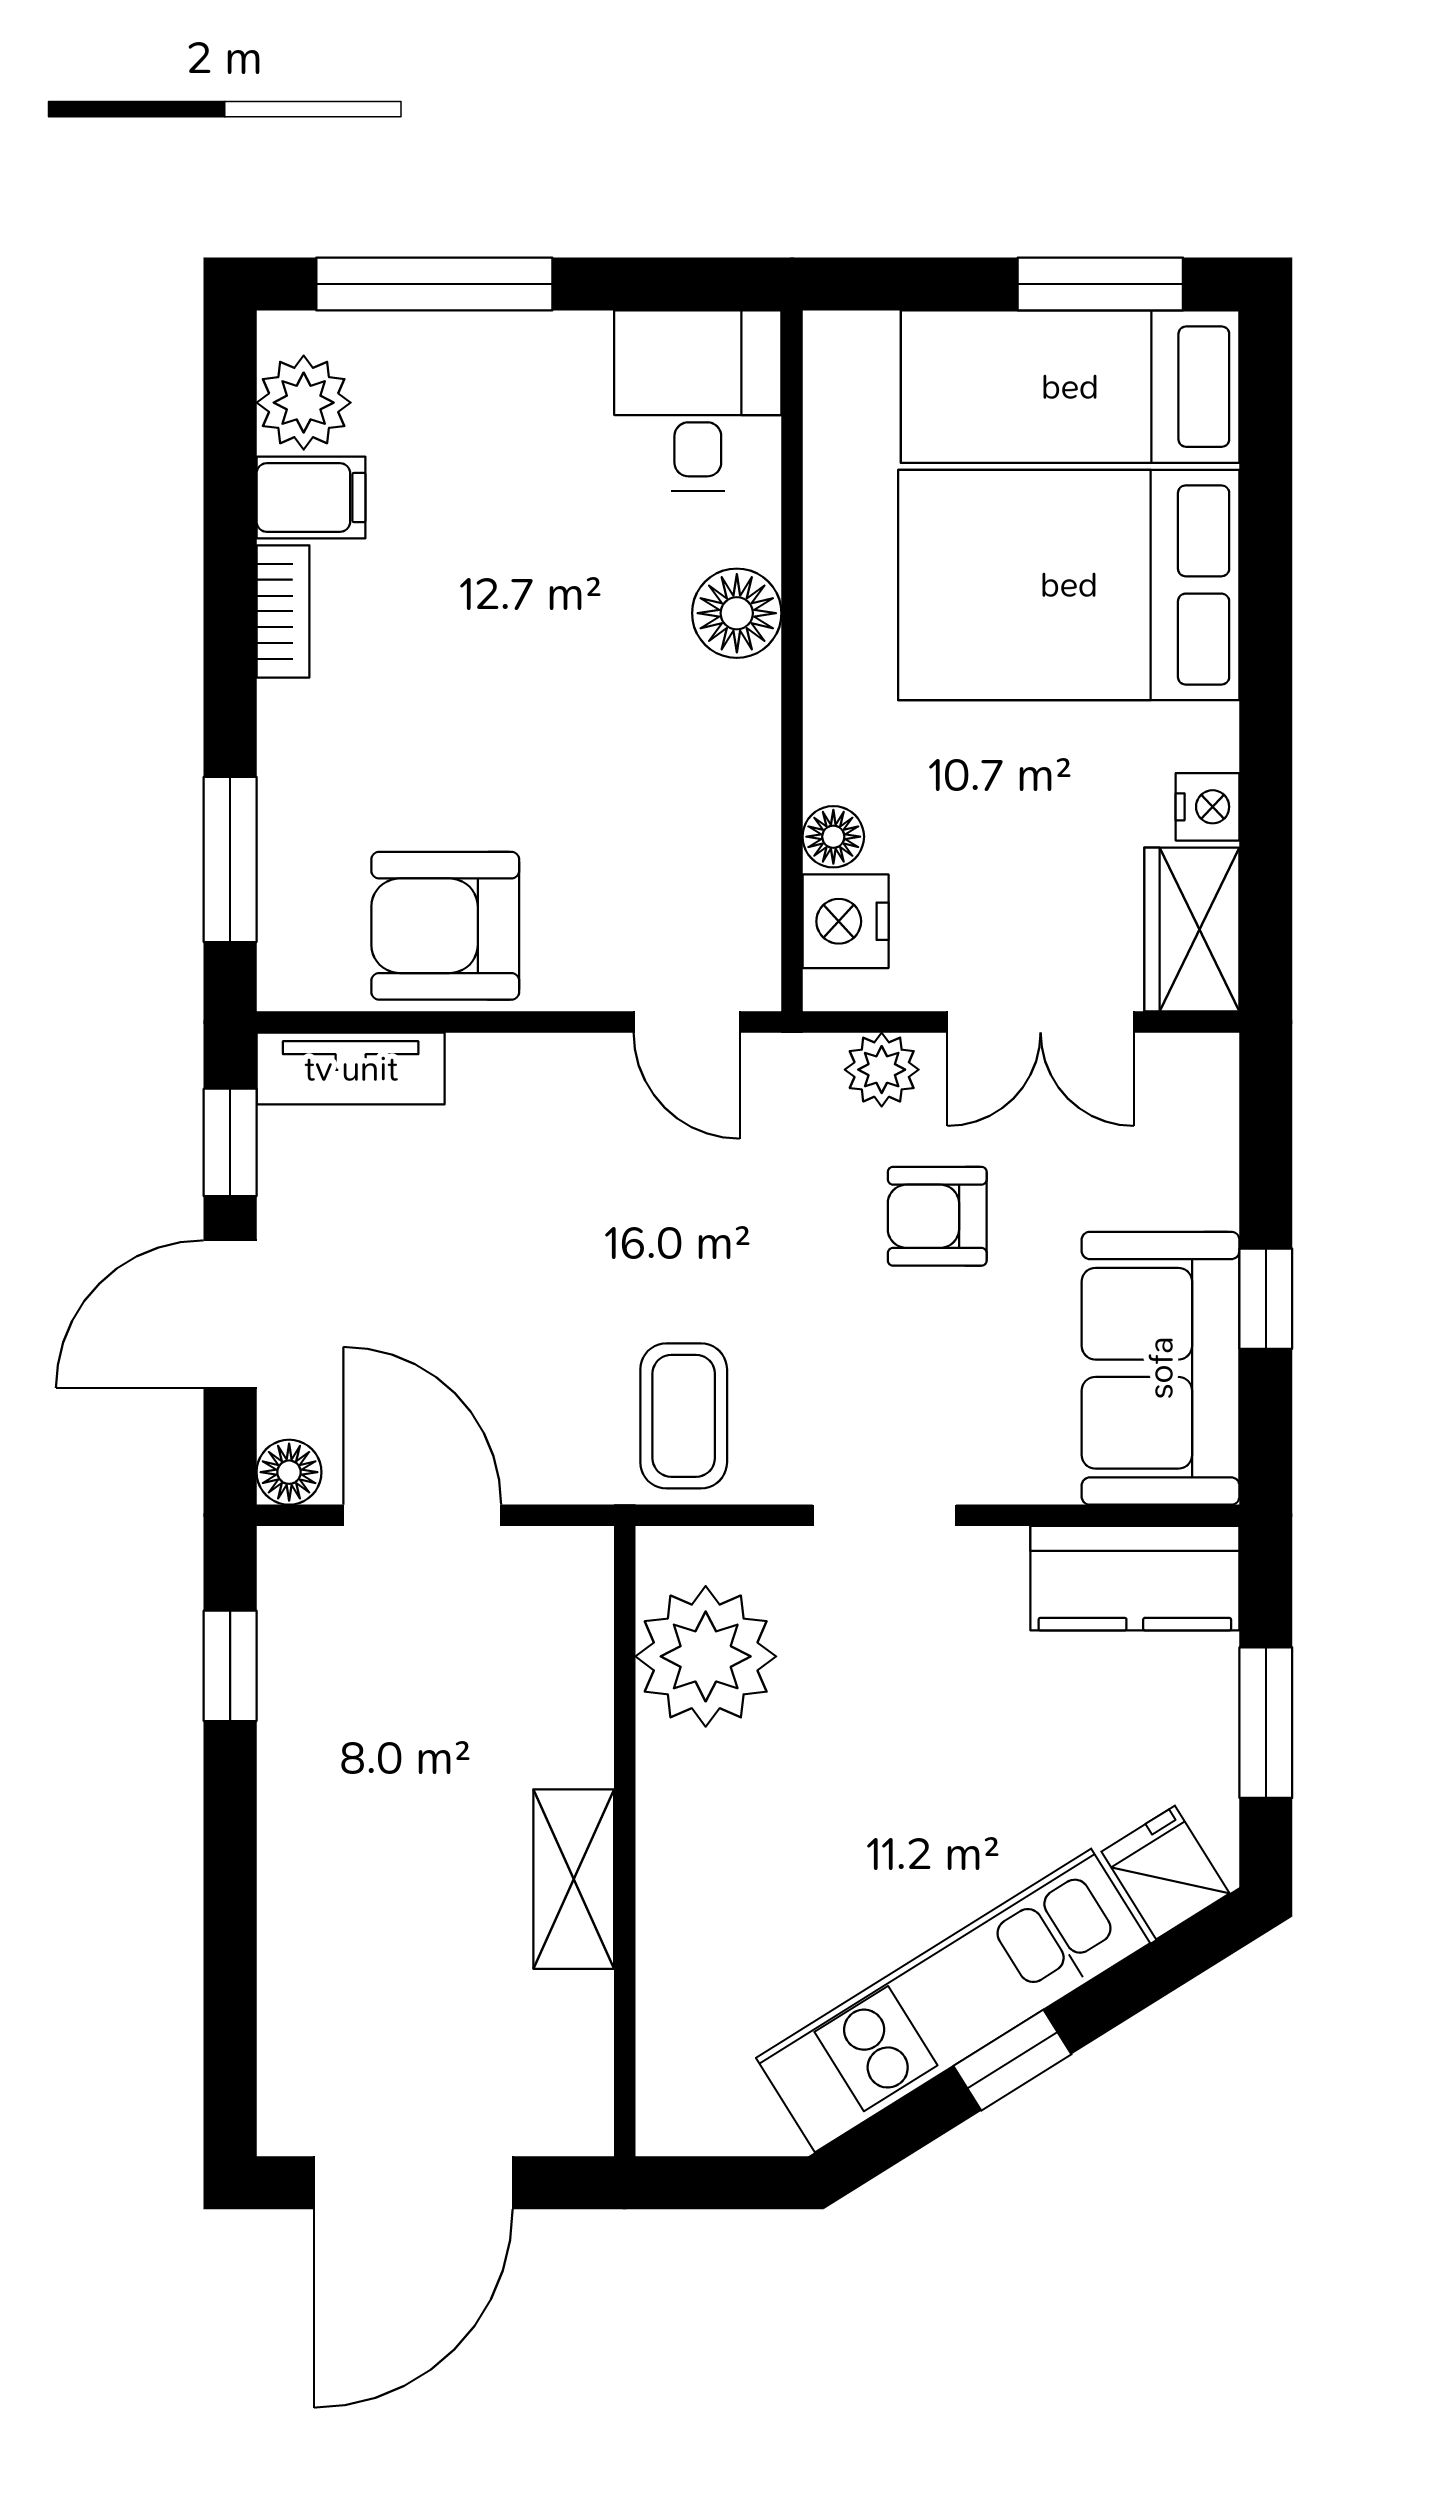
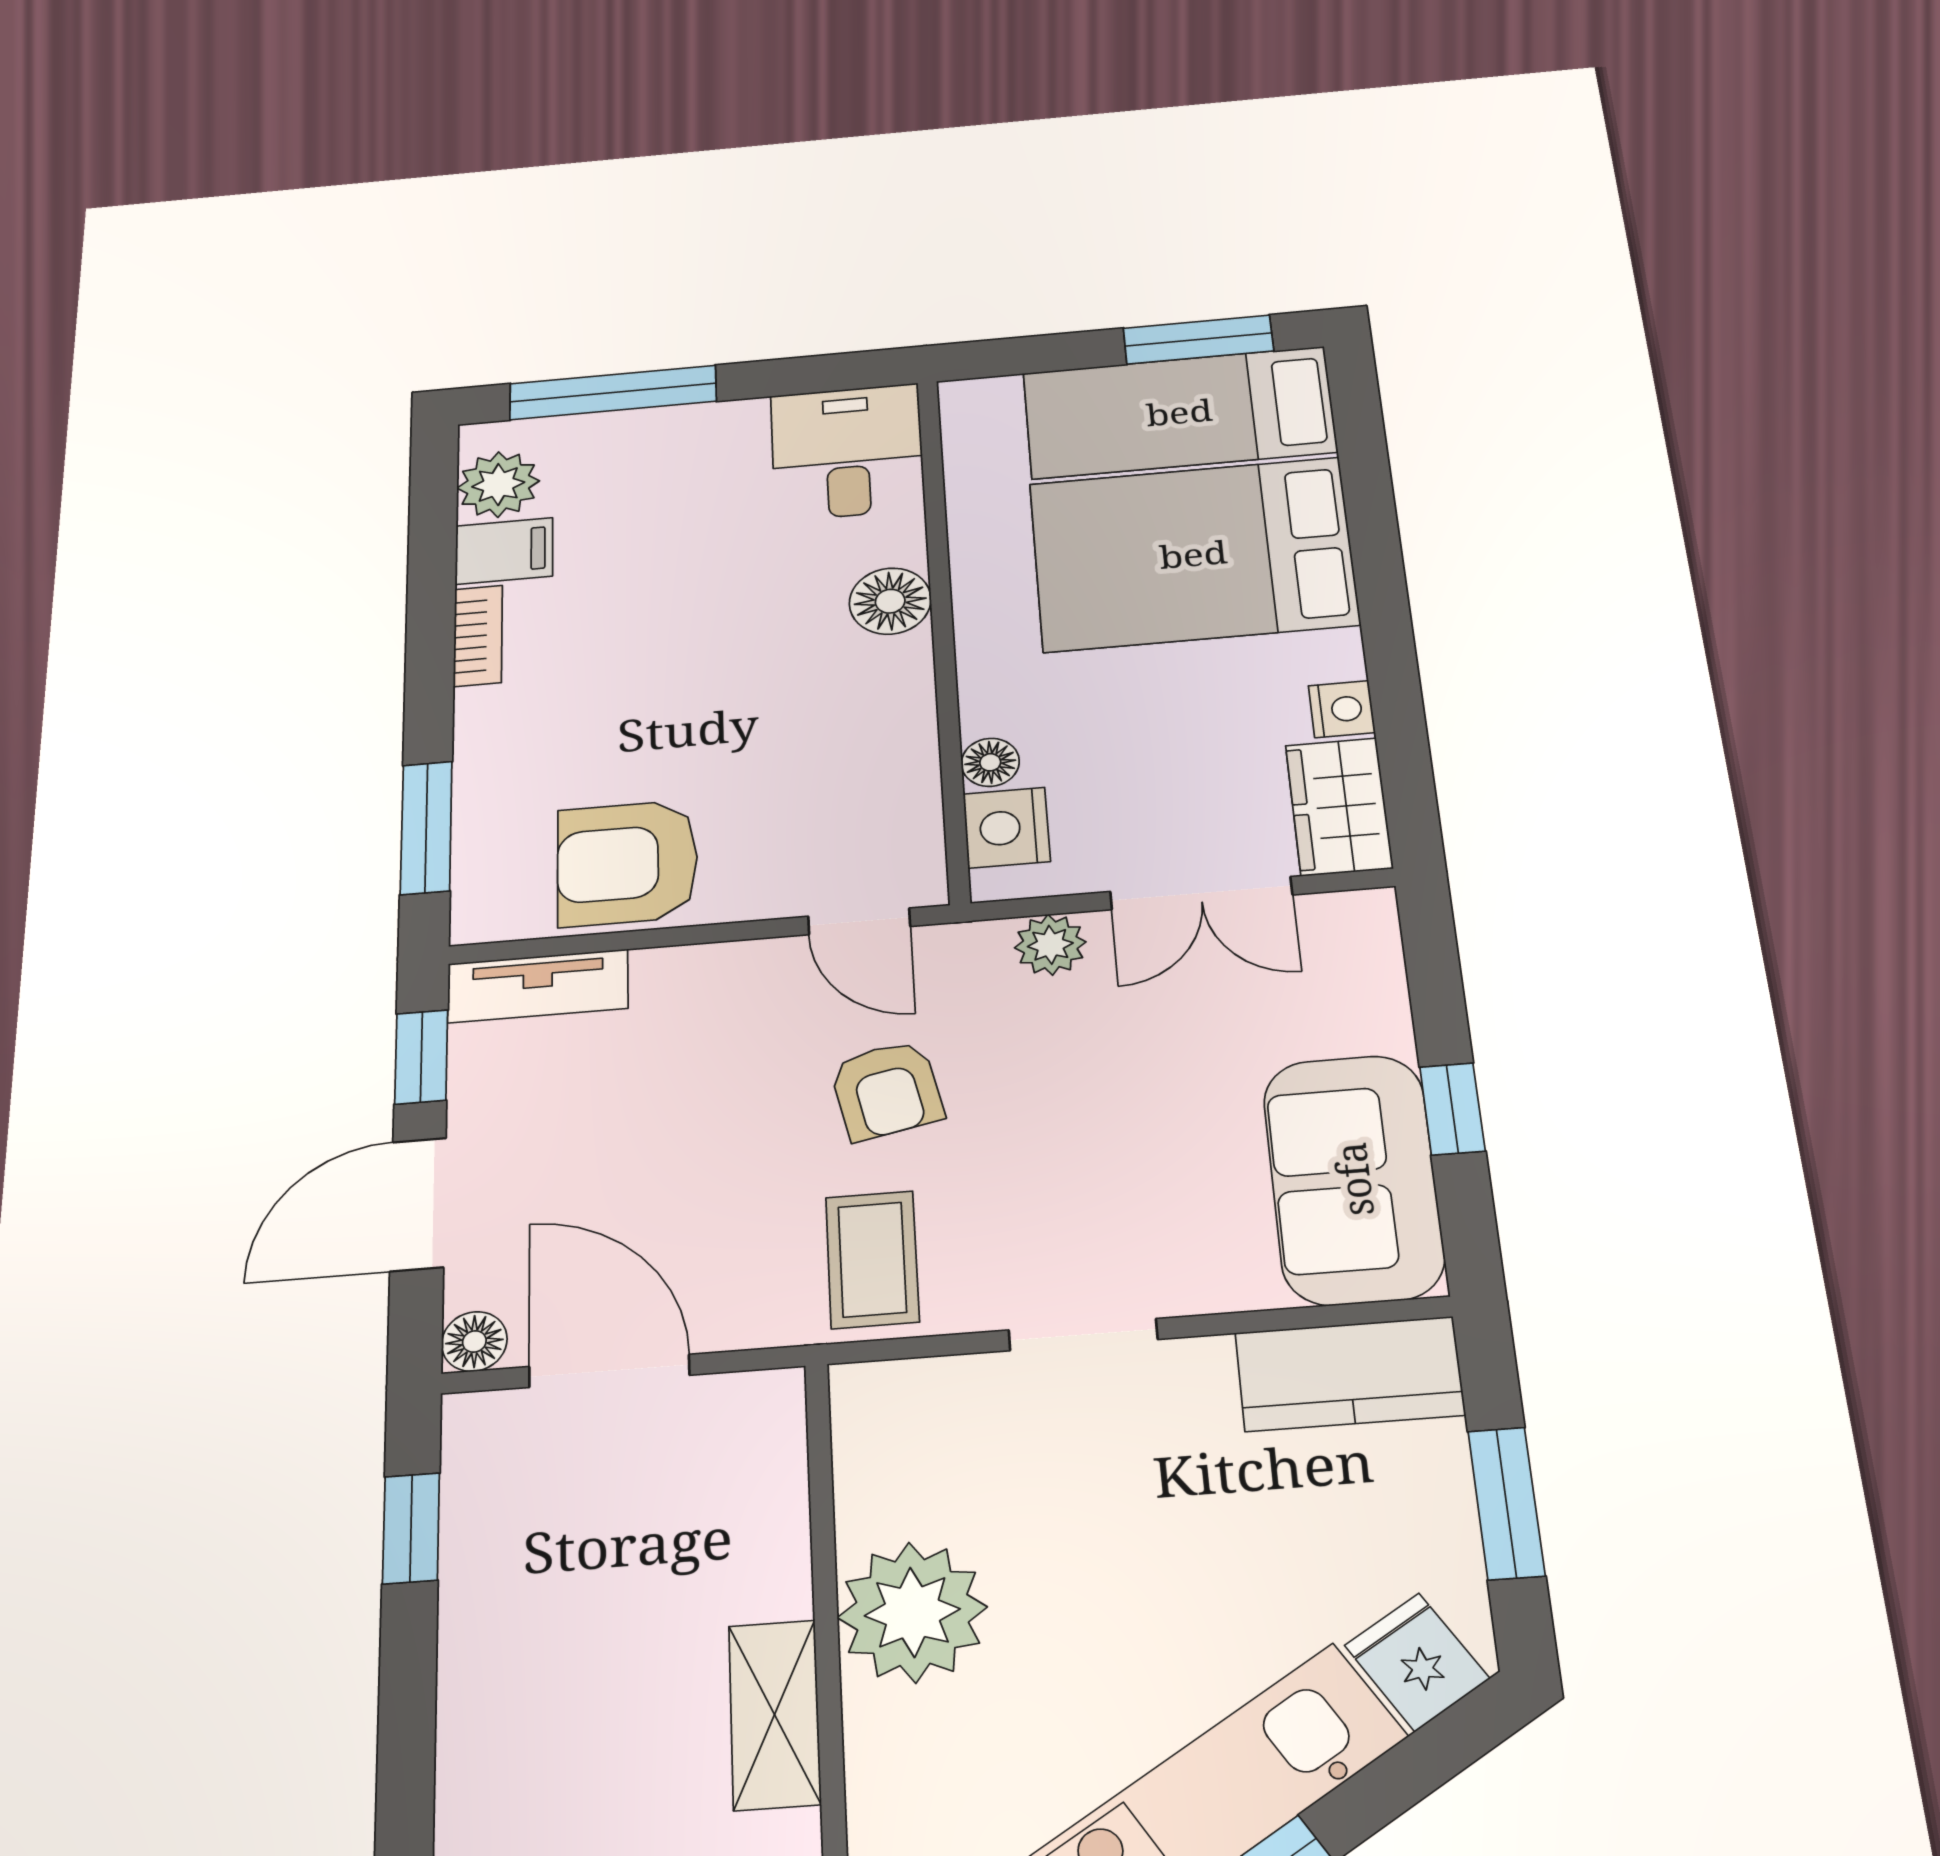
armchair: (937, 1216) -> (887, 1090), moved, turned -102
plant: (706, 1656) -> (912, 1612), moved

